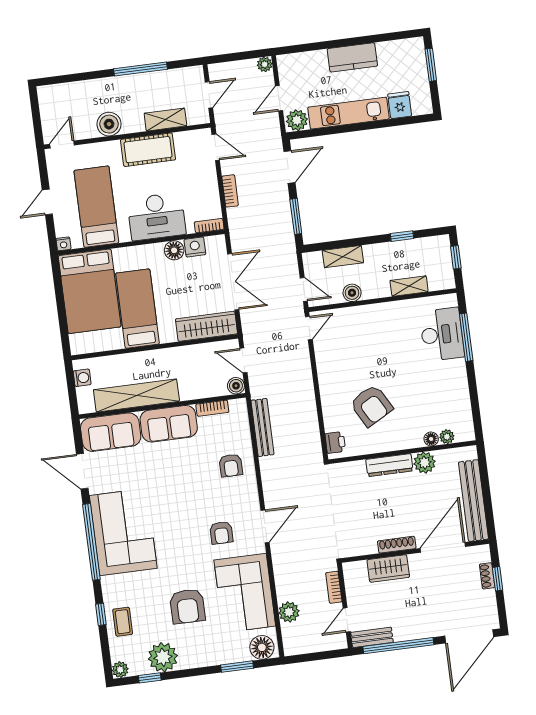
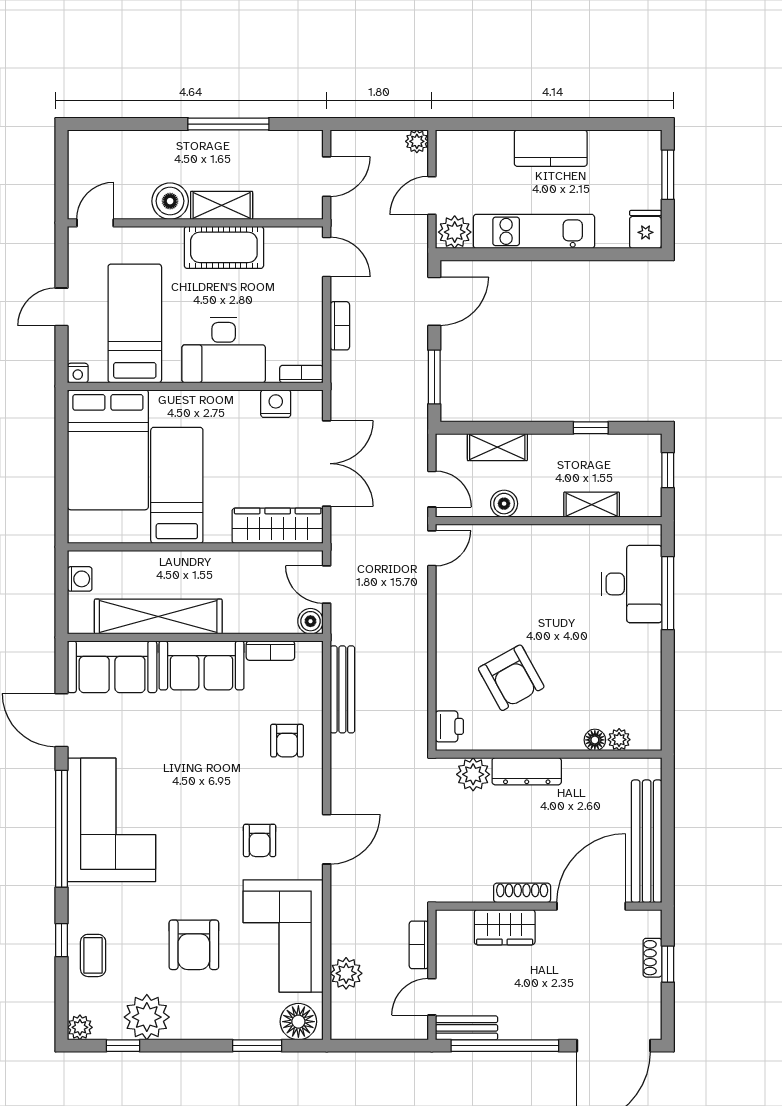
fridge: (400, 105) -> (646, 229), moved
shelving: (165, 120) -> (222, 205), moved
floor lamp: (174, 250) -> (244, 404), removed
plant: (425, 463) -> (473, 774), moved

